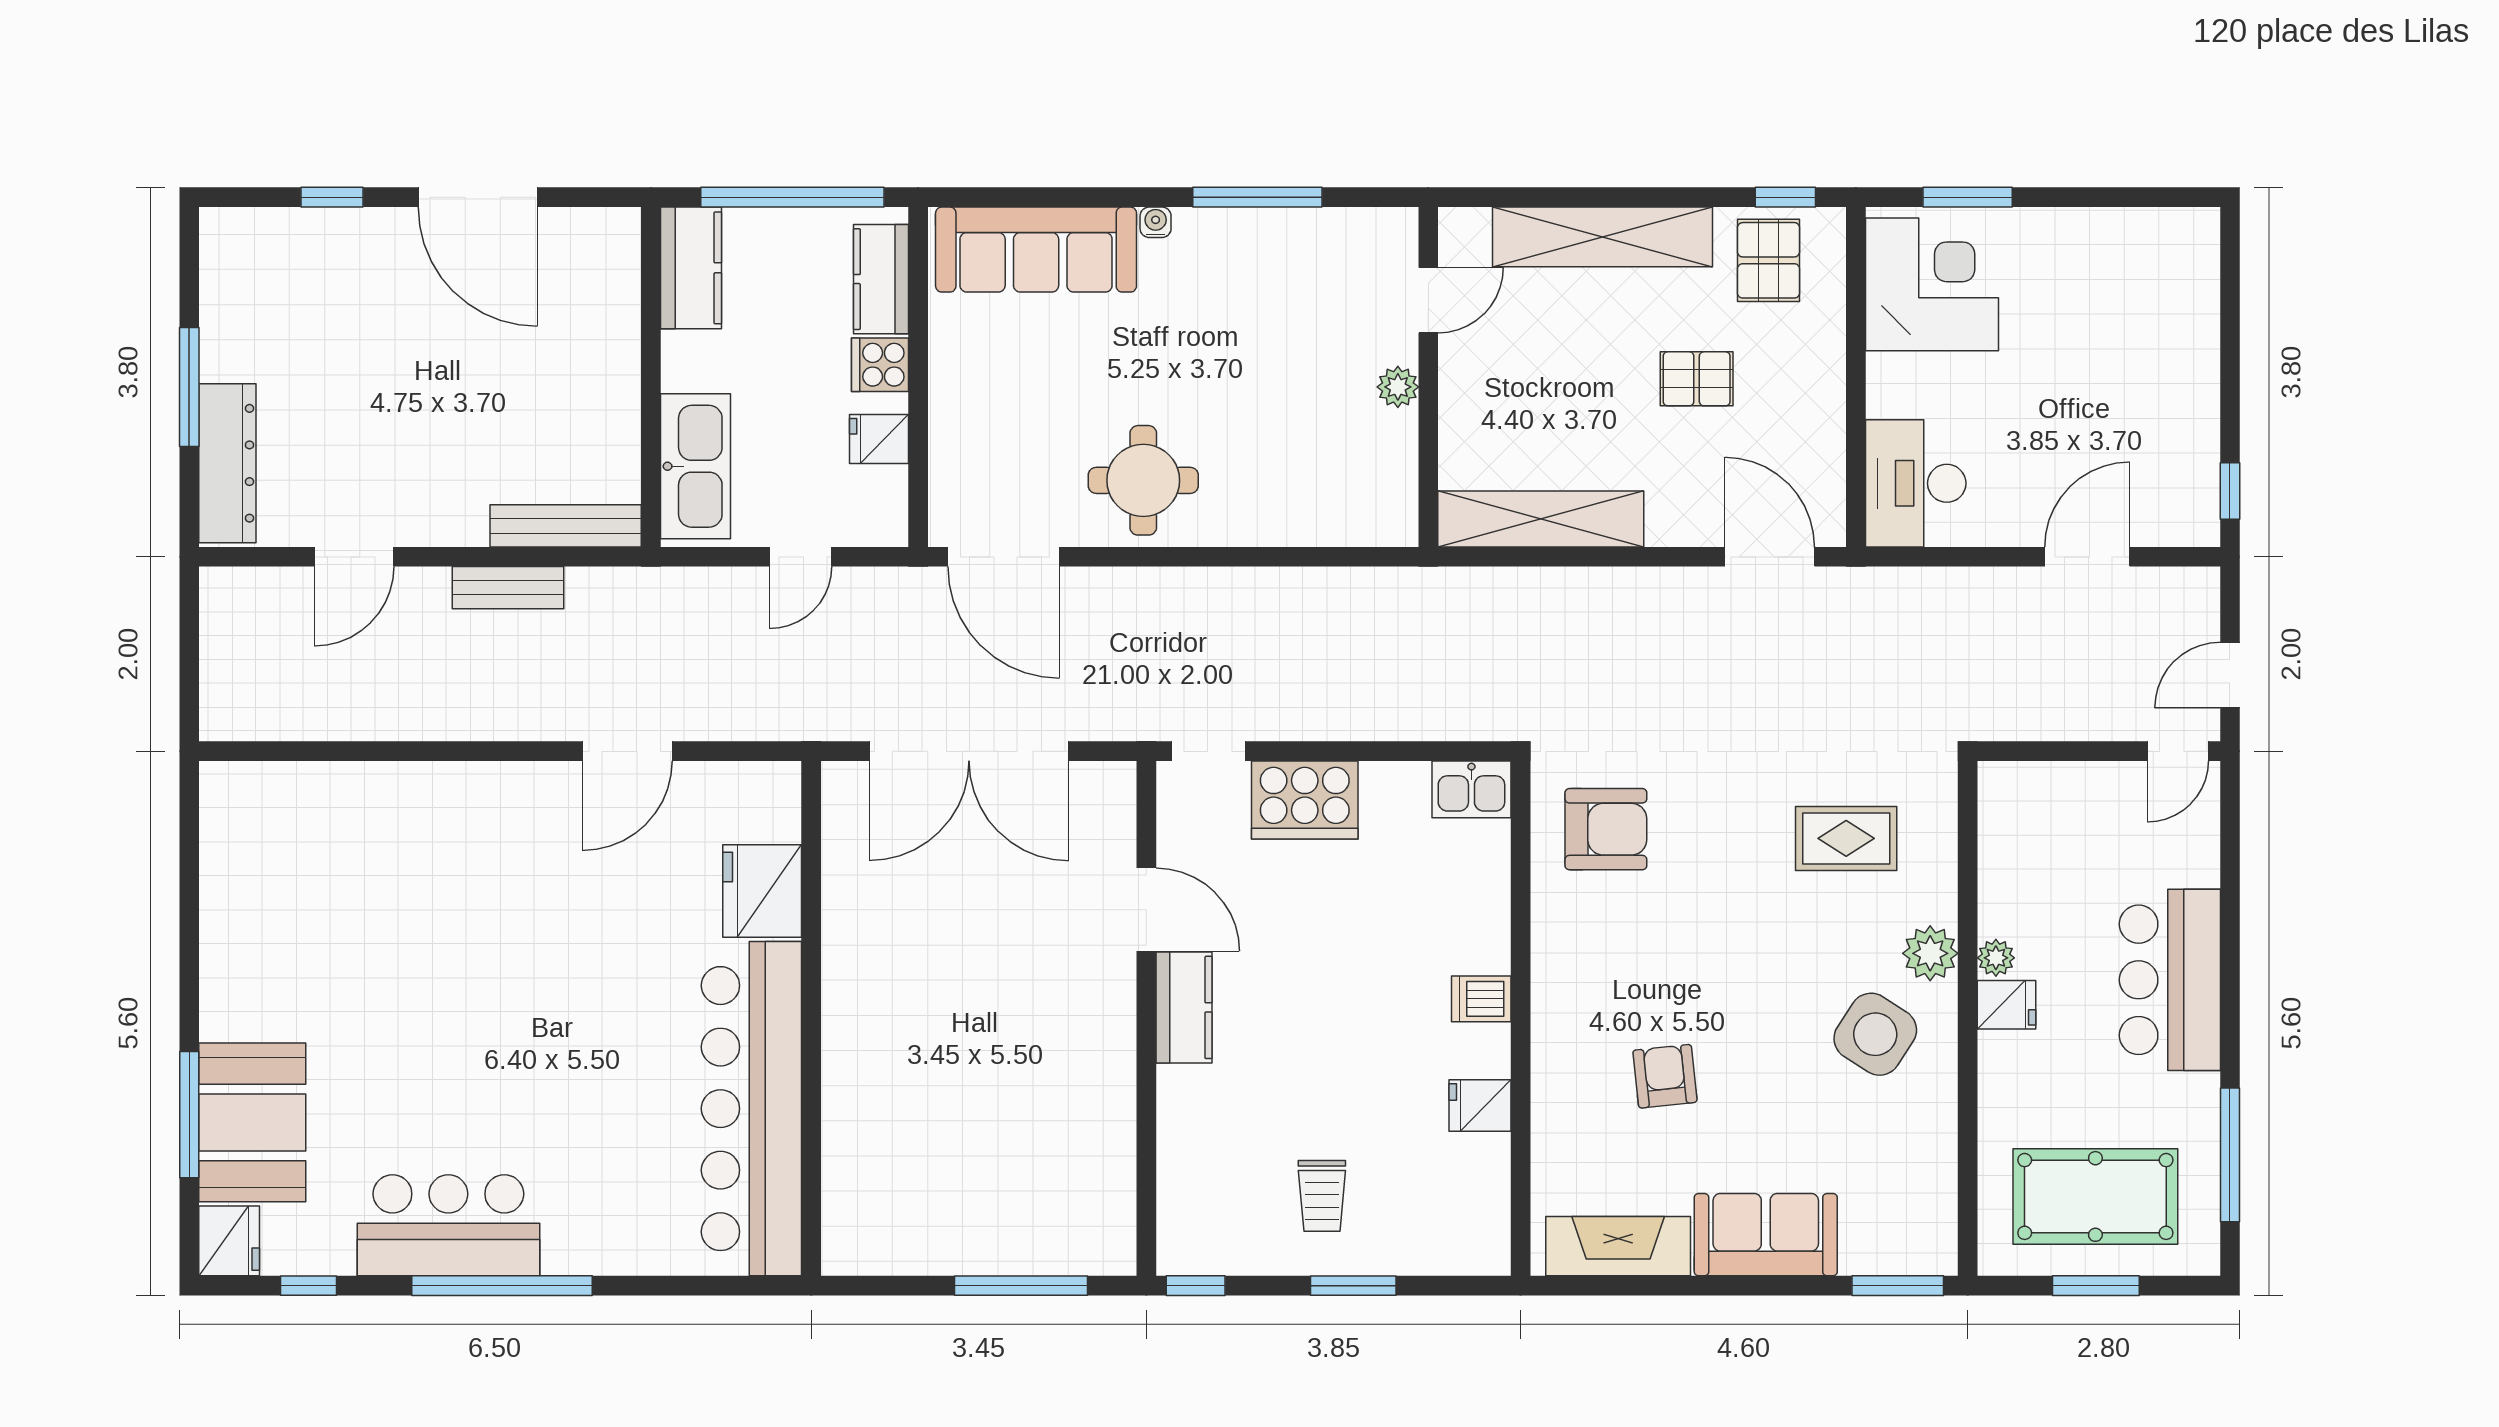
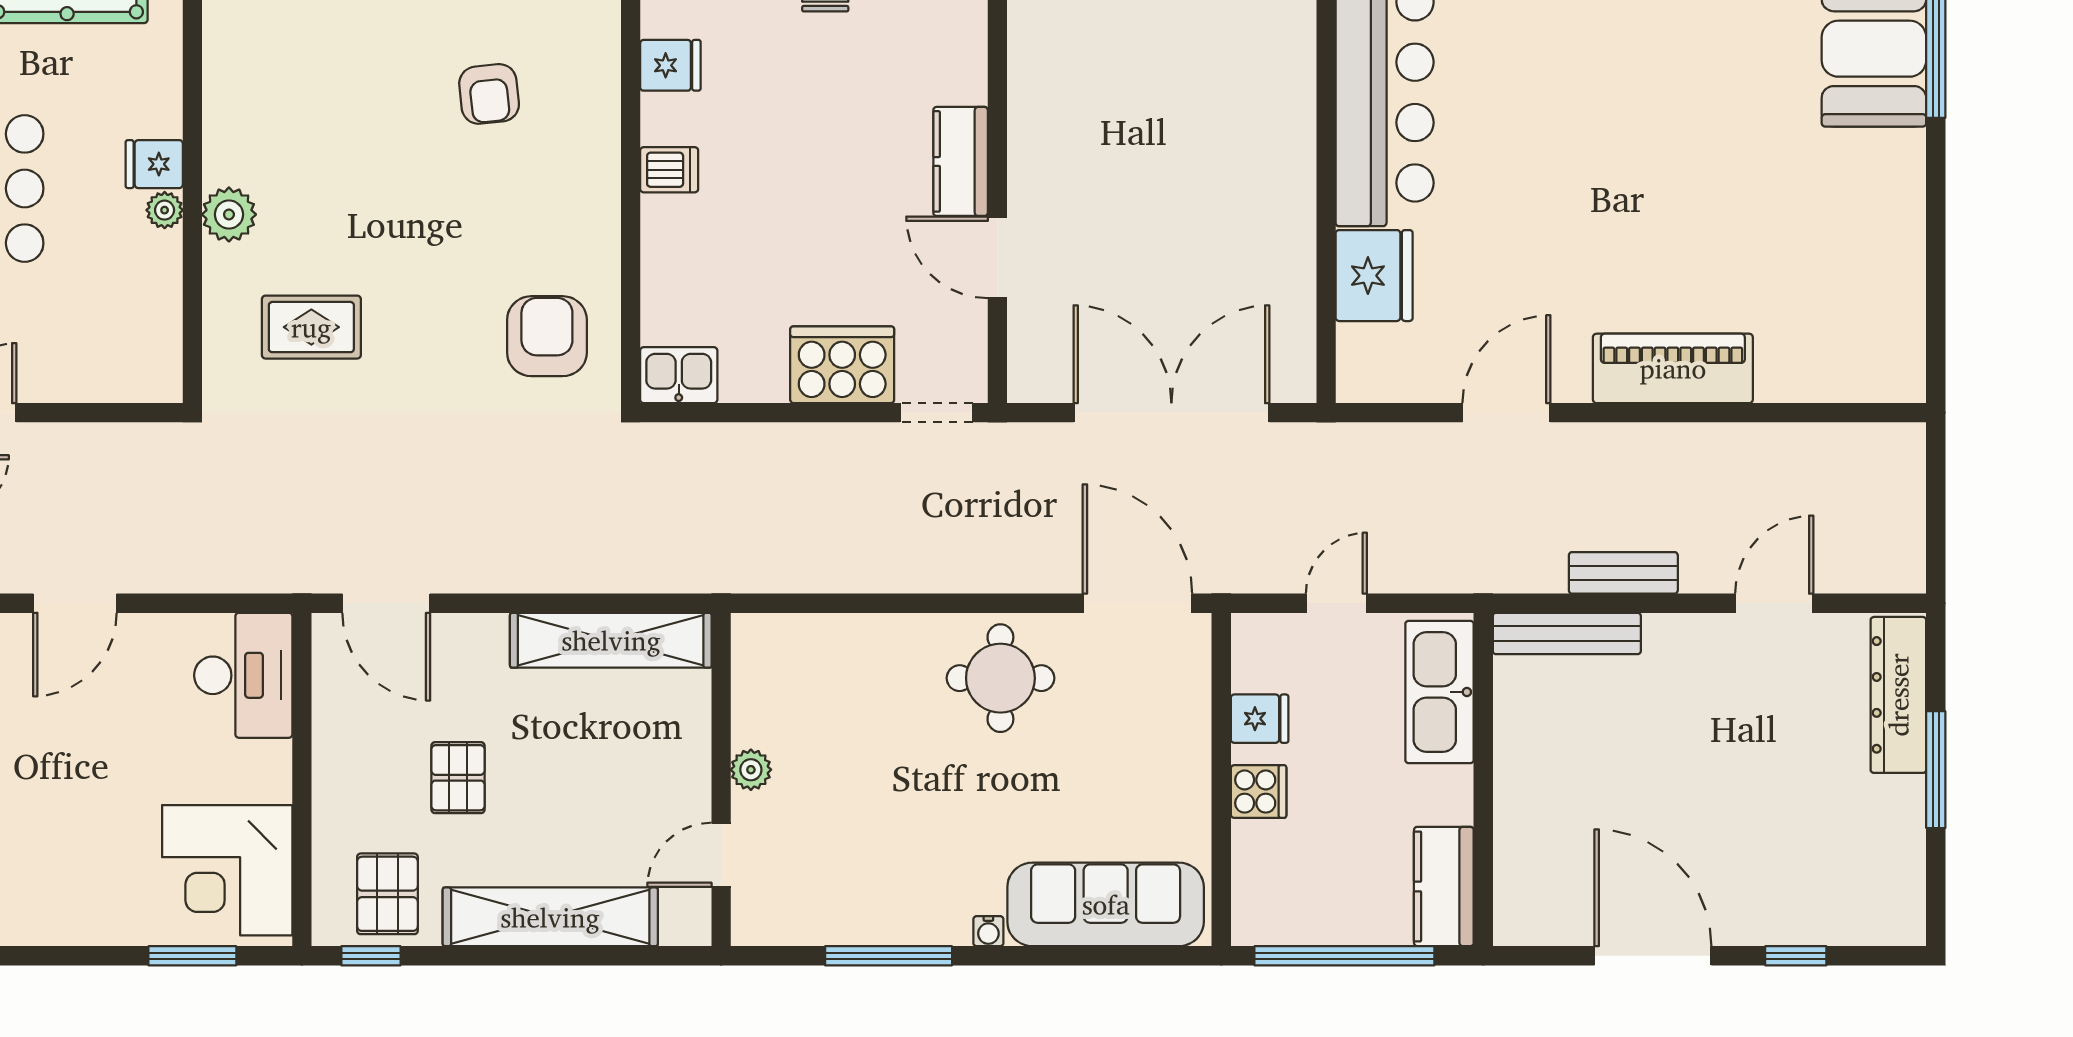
kitchen counter: (881, 279) -> (1258, 875), removed
pallet: (1697, 379) -> (458, 778), turned 90
piano: (457, 796) -> (1673, 368), added
armchair: (1606, 829) -> (547, 336), turned 90
side table: (1875, 1034) -> (283, 135), removed

